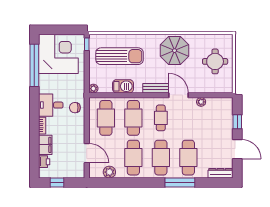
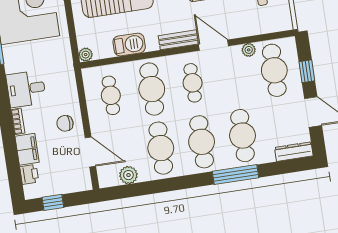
chair: (75, 108) -> (65, 123), moved
cafe table: (106, 118) -> (111, 95), width x0.73, depth x0.74
cafe table: (216, 118) -> (274, 70), added

